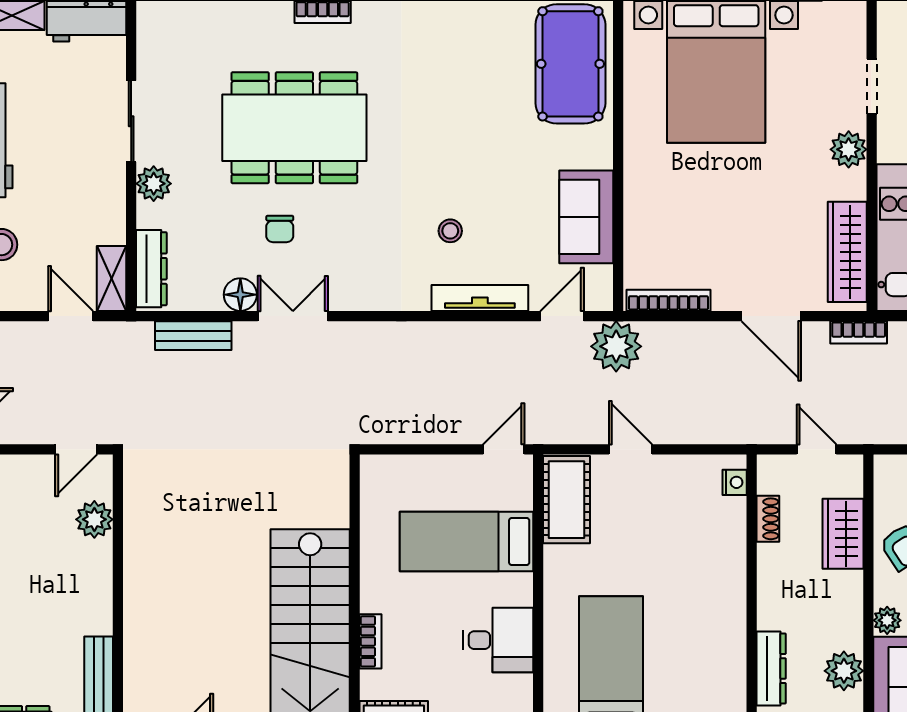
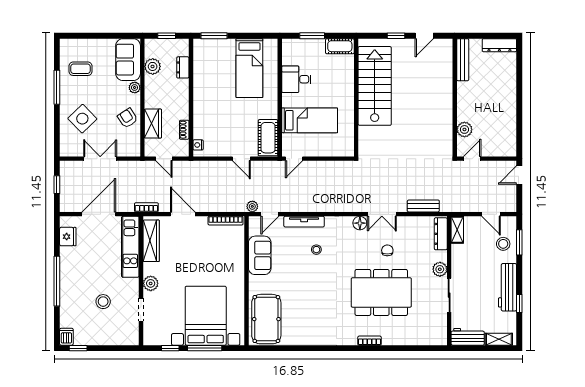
floor lamp: (240, 295) -> (360, 223), moved
door: (71, 316) -> (491, 214), moved
plant: (616, 346) -> (252, 206), width x0.53, depth x0.53
bookcase: (371, 641) -> (350, 79), removed
dresser: (771, 668) -> (183, 67), width x0.70

